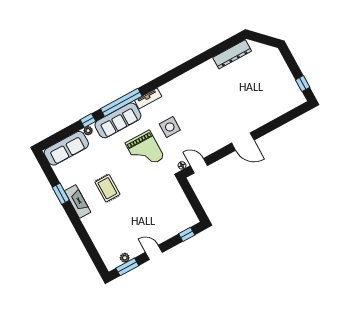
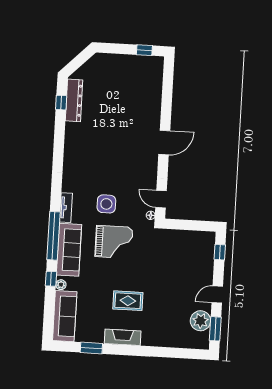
window: (225, 46) -> (61, 103), added
door: (199, 166) -> (161, 199), hinge flipped
window: (61, 194) -> (91, 348), moved
plant: (125, 258) -> (201, 321), width x1.88, depth x1.88

